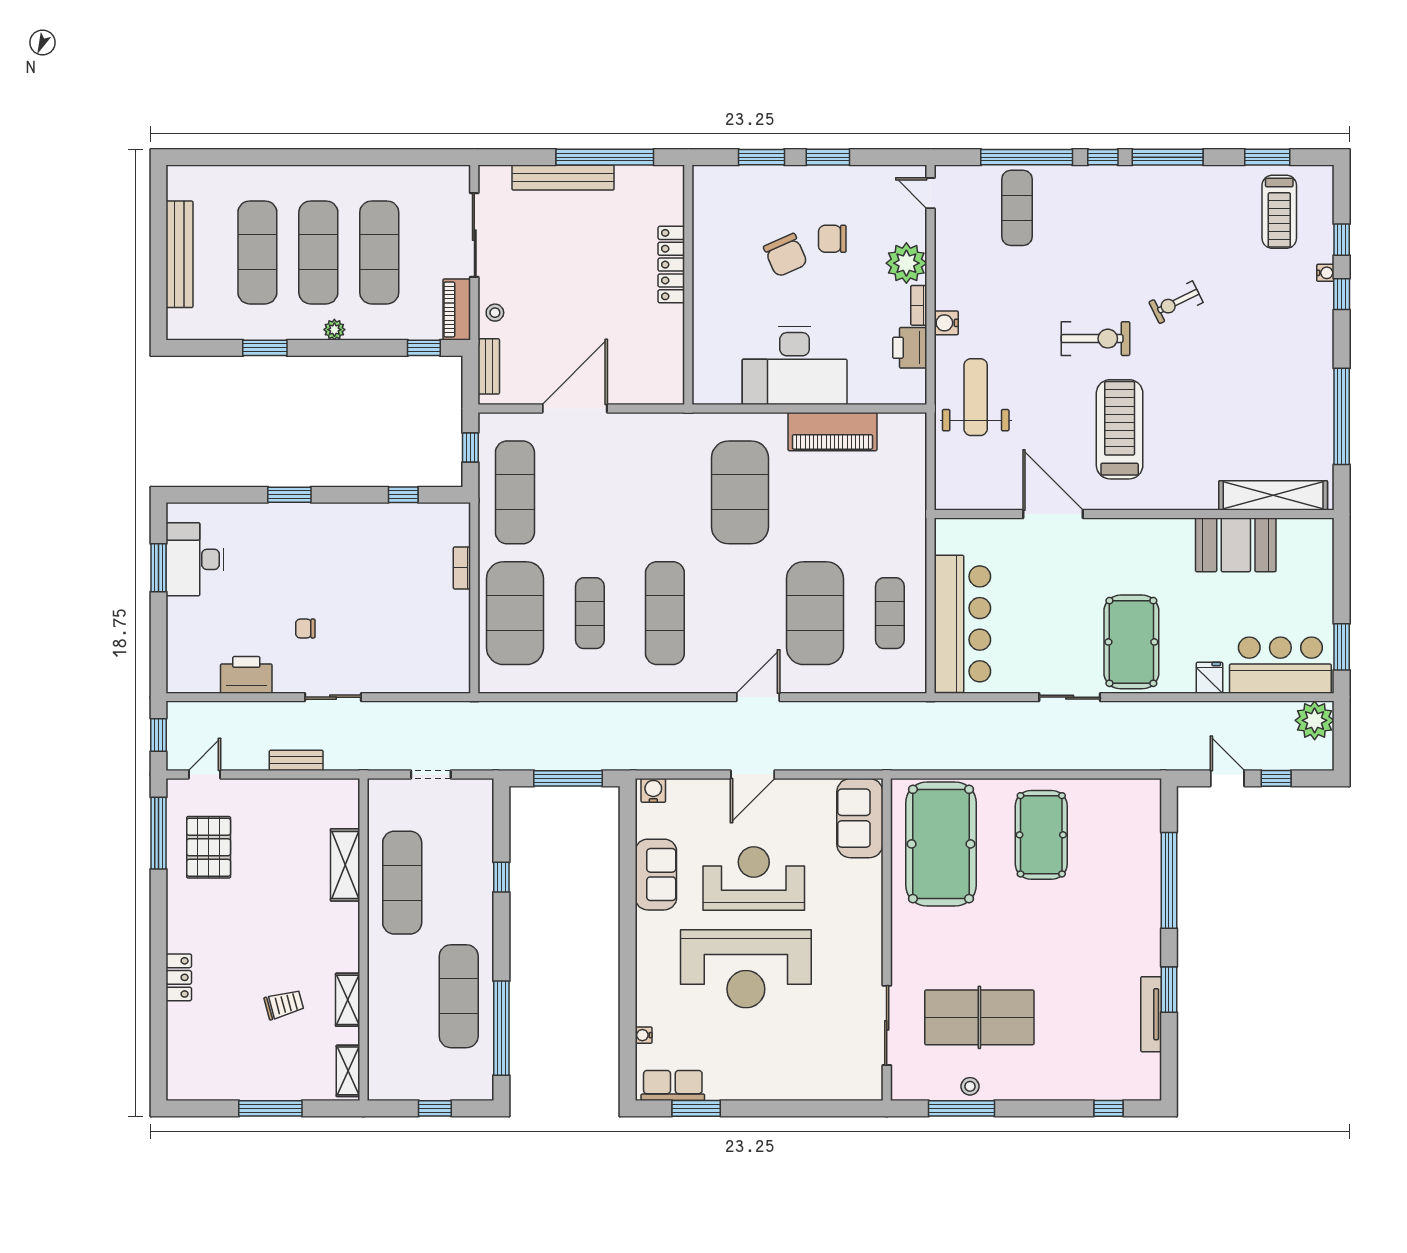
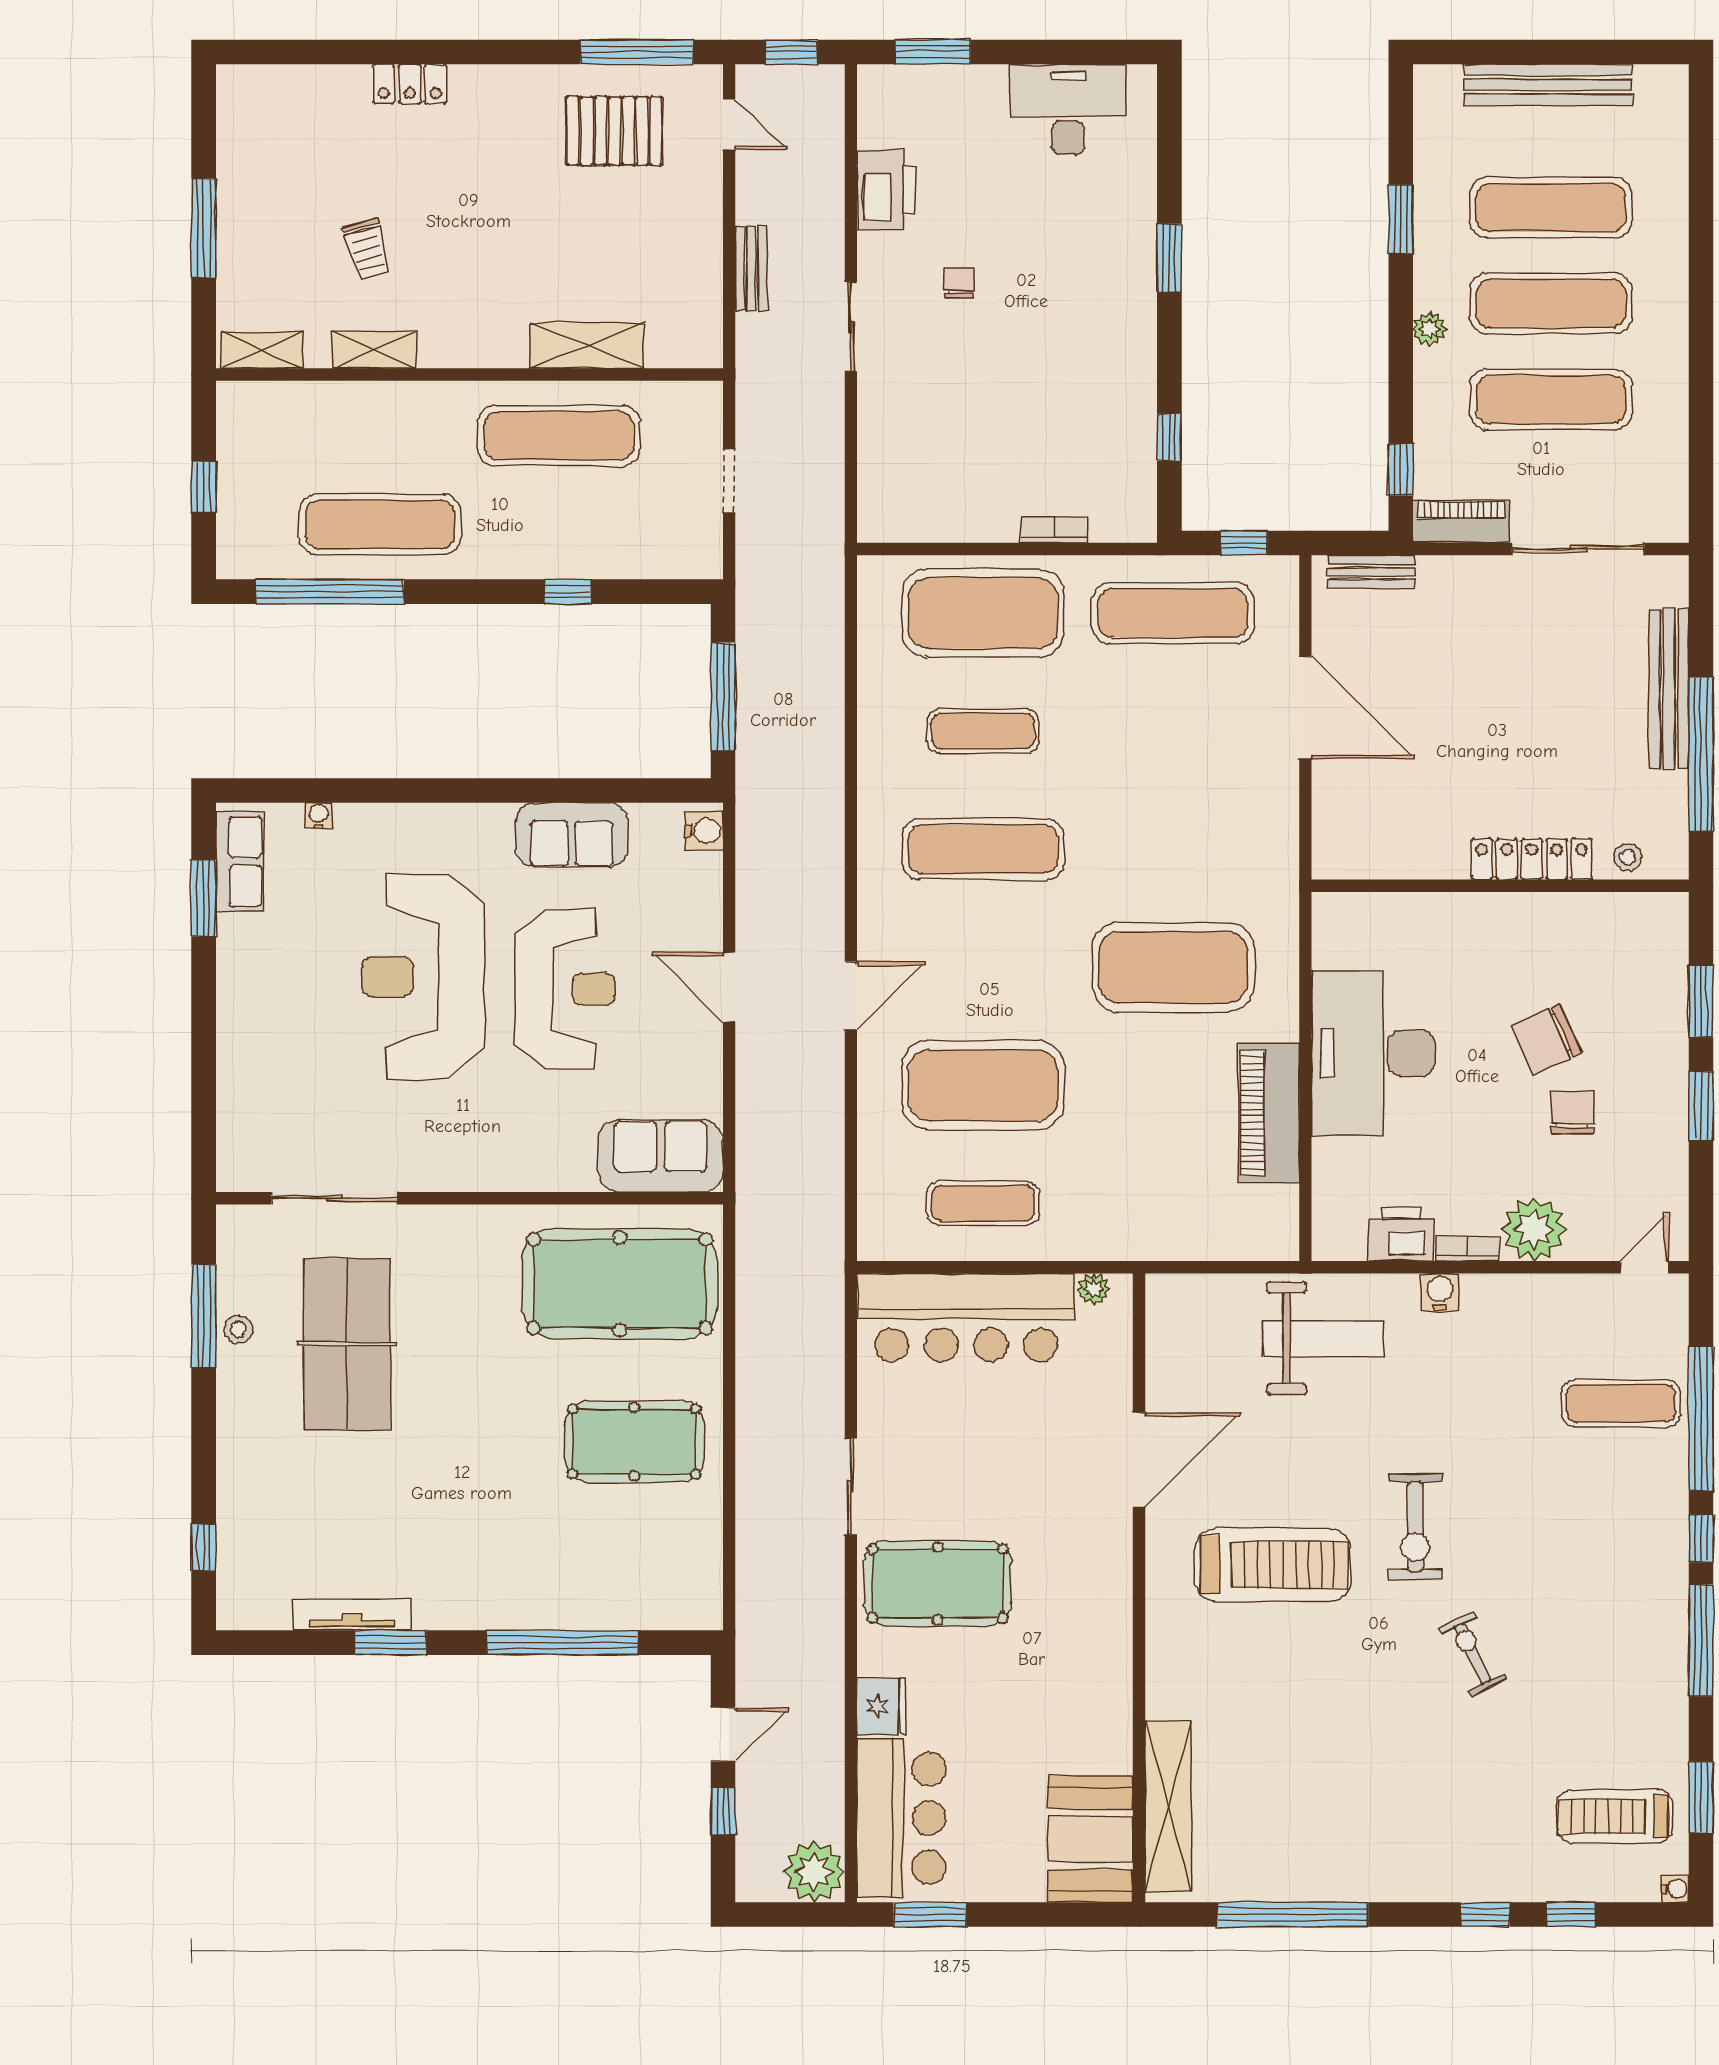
water cooler: (1325, 273) -> (1675, 1889), moved, turned -90
stool: (495, 313) -> (1628, 857), moved
plant: (944, 543) -> (1093, 1289), added
booth: (1236, 545) -> (1091, 1839), moved
window: (158, 568) -> (933, 52), moved
fridge: (1210, 678) -> (881, 1706), width x1.38
door: (758, 697) -> (851, 996), hinge flipped

